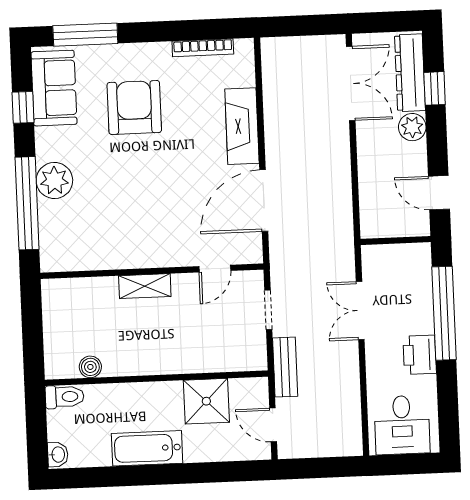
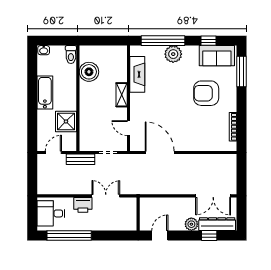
armchair: (134, 107) -> (206, 93), turned 180
fireplace: (242, 126) -> (137, 74), moved, turned 90
window: (444, 313) -> (69, 235), moved
printer: (420, 355) -> (83, 205), moved, turned 180
boiler: (90, 367) -> (89, 72), width x1.86, depth x1.86

